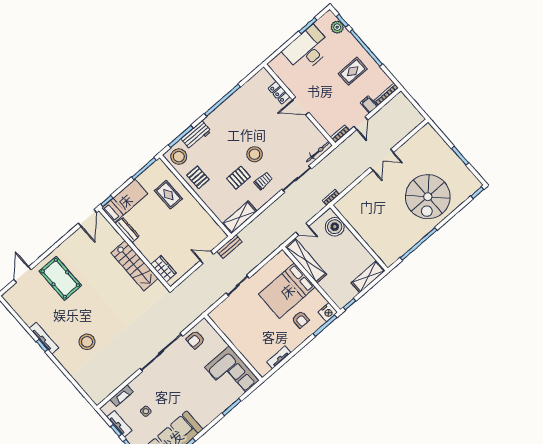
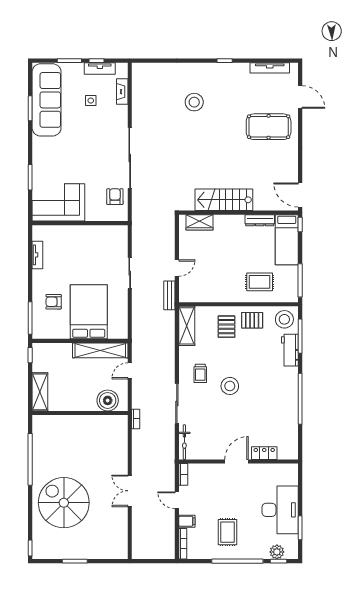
pallet: (238, 178) -> (226, 327), moved
nightstand: (328, 312) -> (40, 331), removed
tv unit: (44, 338) -> (270, 68), moved

